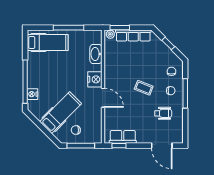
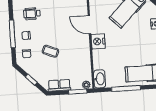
row of seats: (133, 36) -> (59, 85), width x0.68
washbasin: (96, 54) -> (100, 79), moved
coffee table: (144, 88) -> (50, 51), moved

